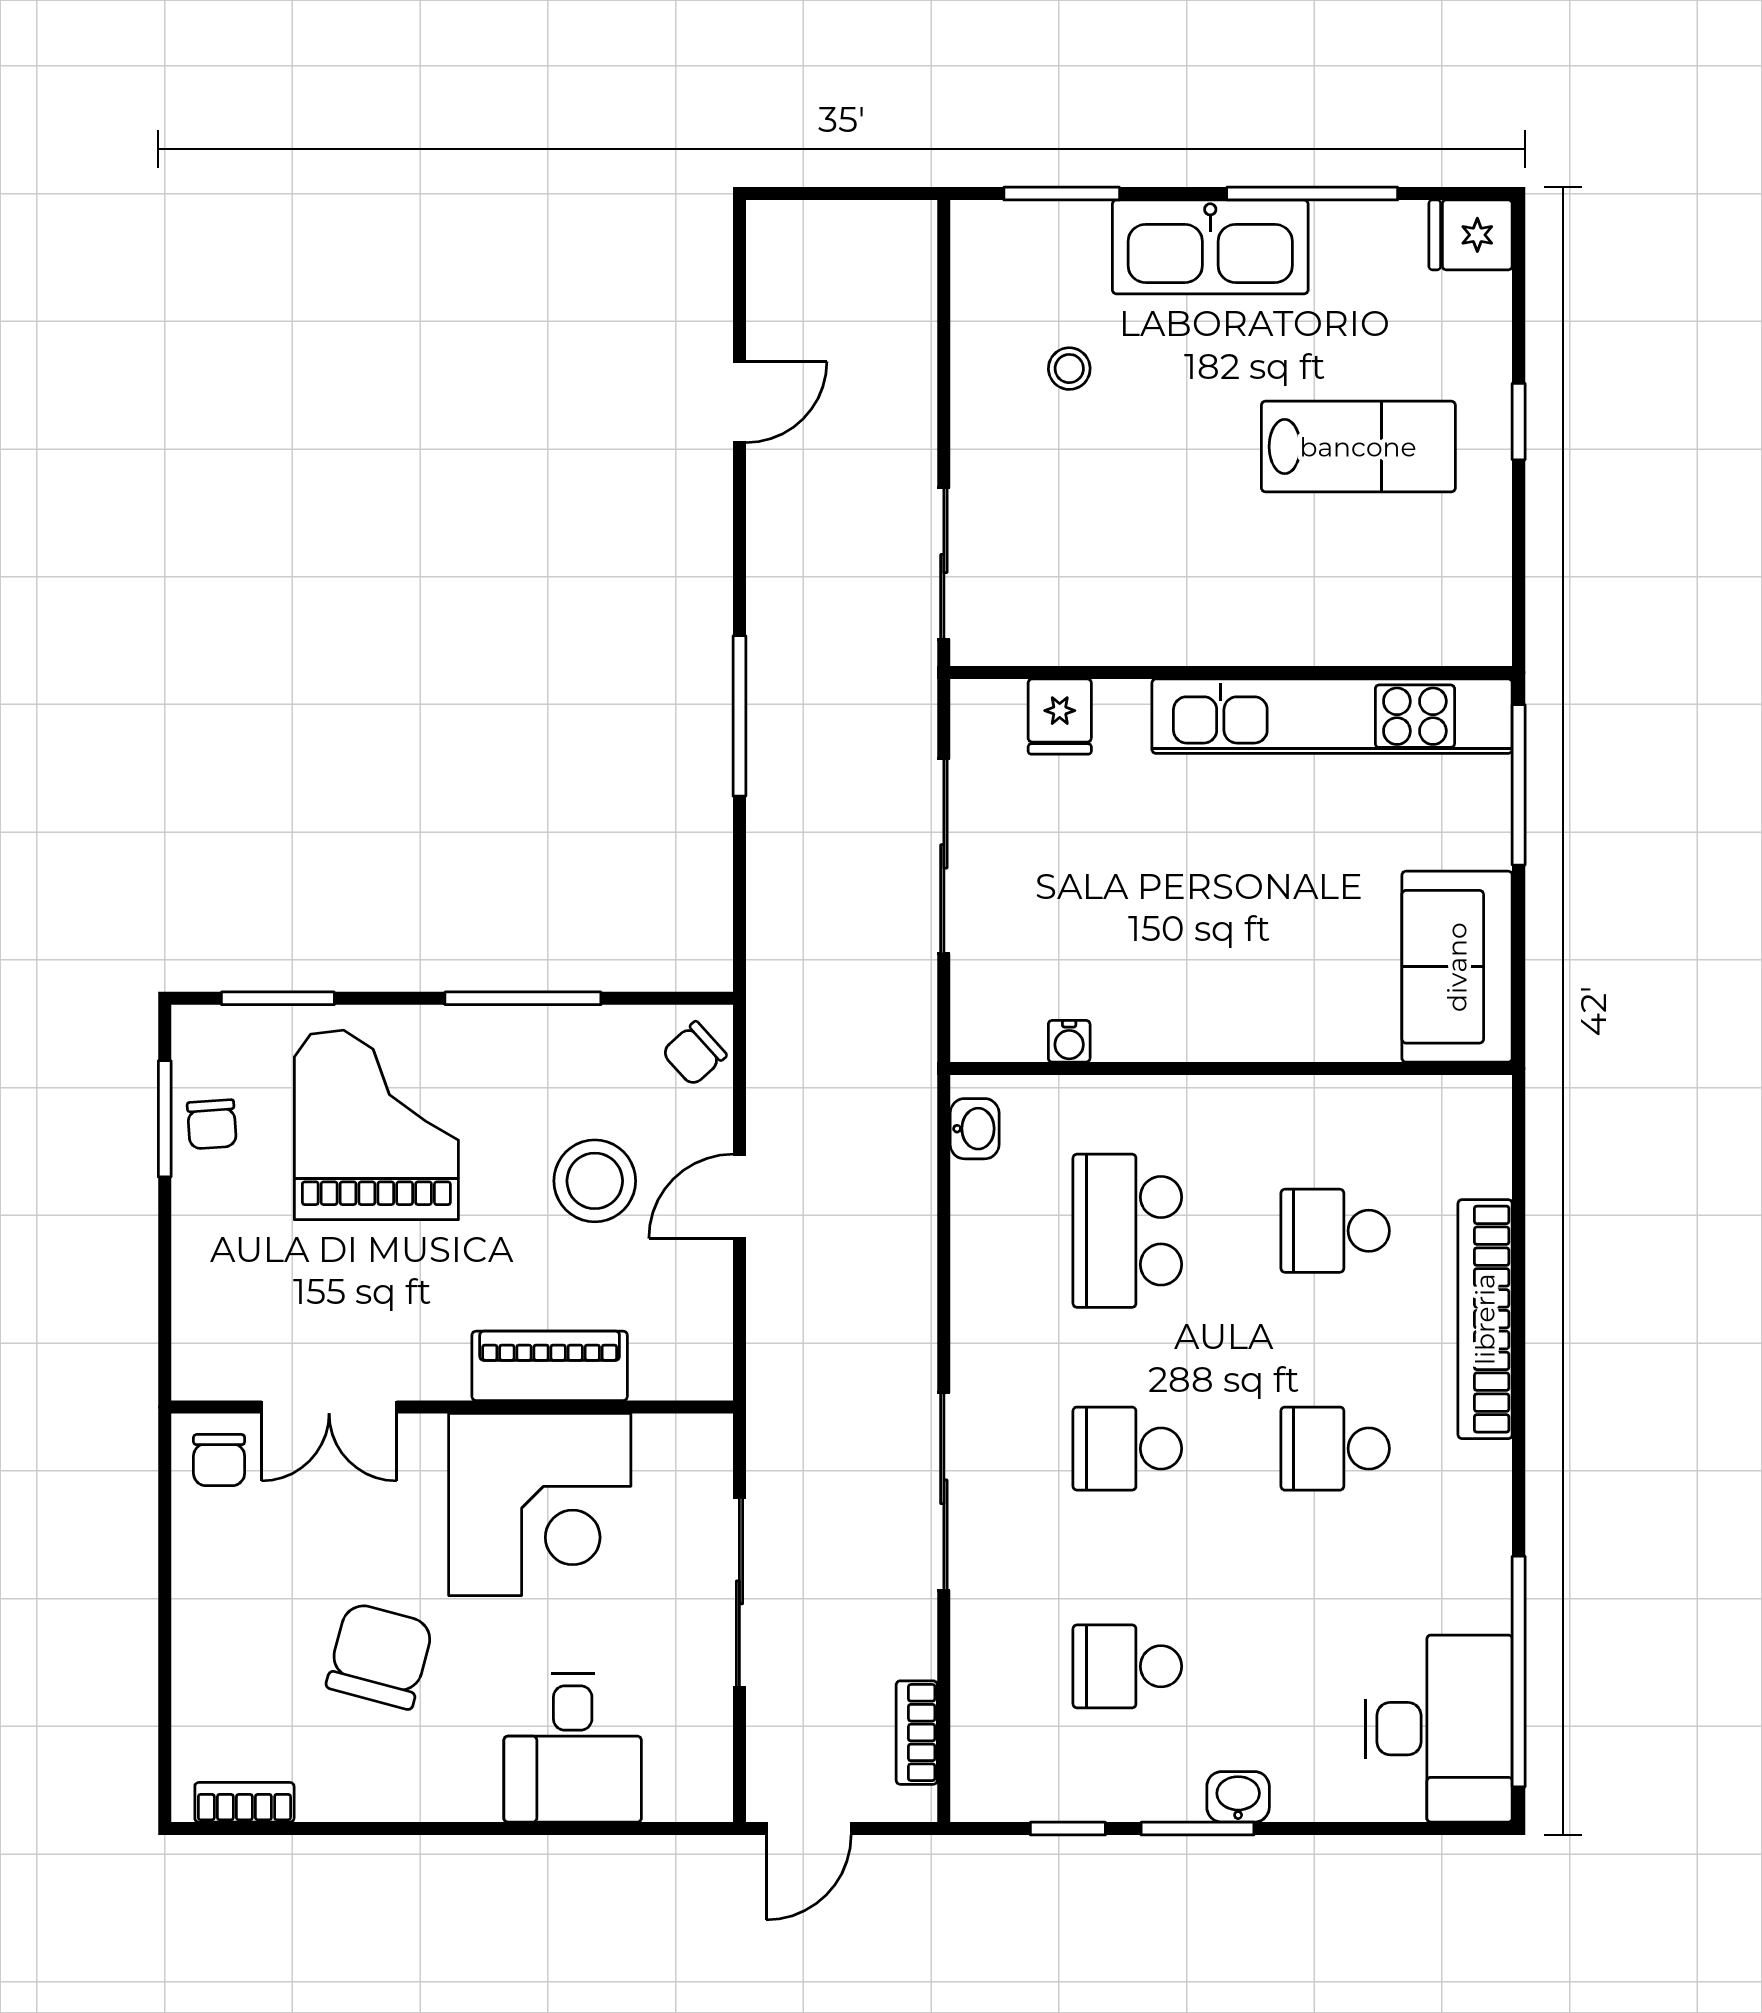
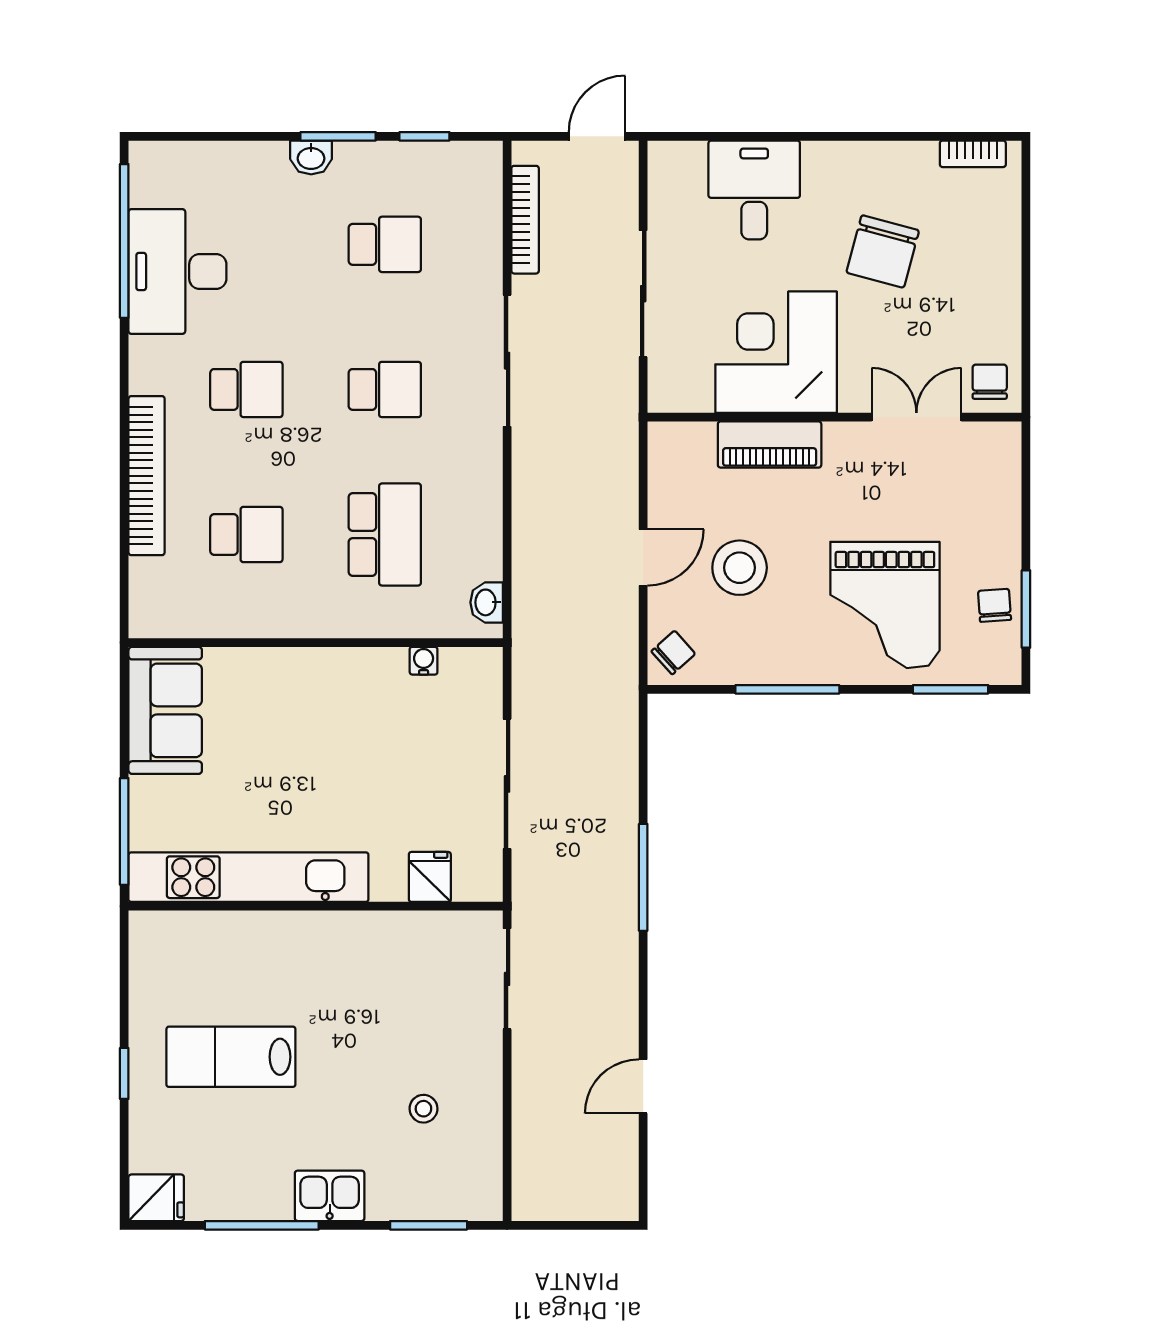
kitchen sink: (1210, 247) -> (330, 1196), width x0.53, depth x0.81
desk: (1439, 1729) -> (177, 271), moved
bookcase: (917, 1733) -> (525, 220), width x1.56

